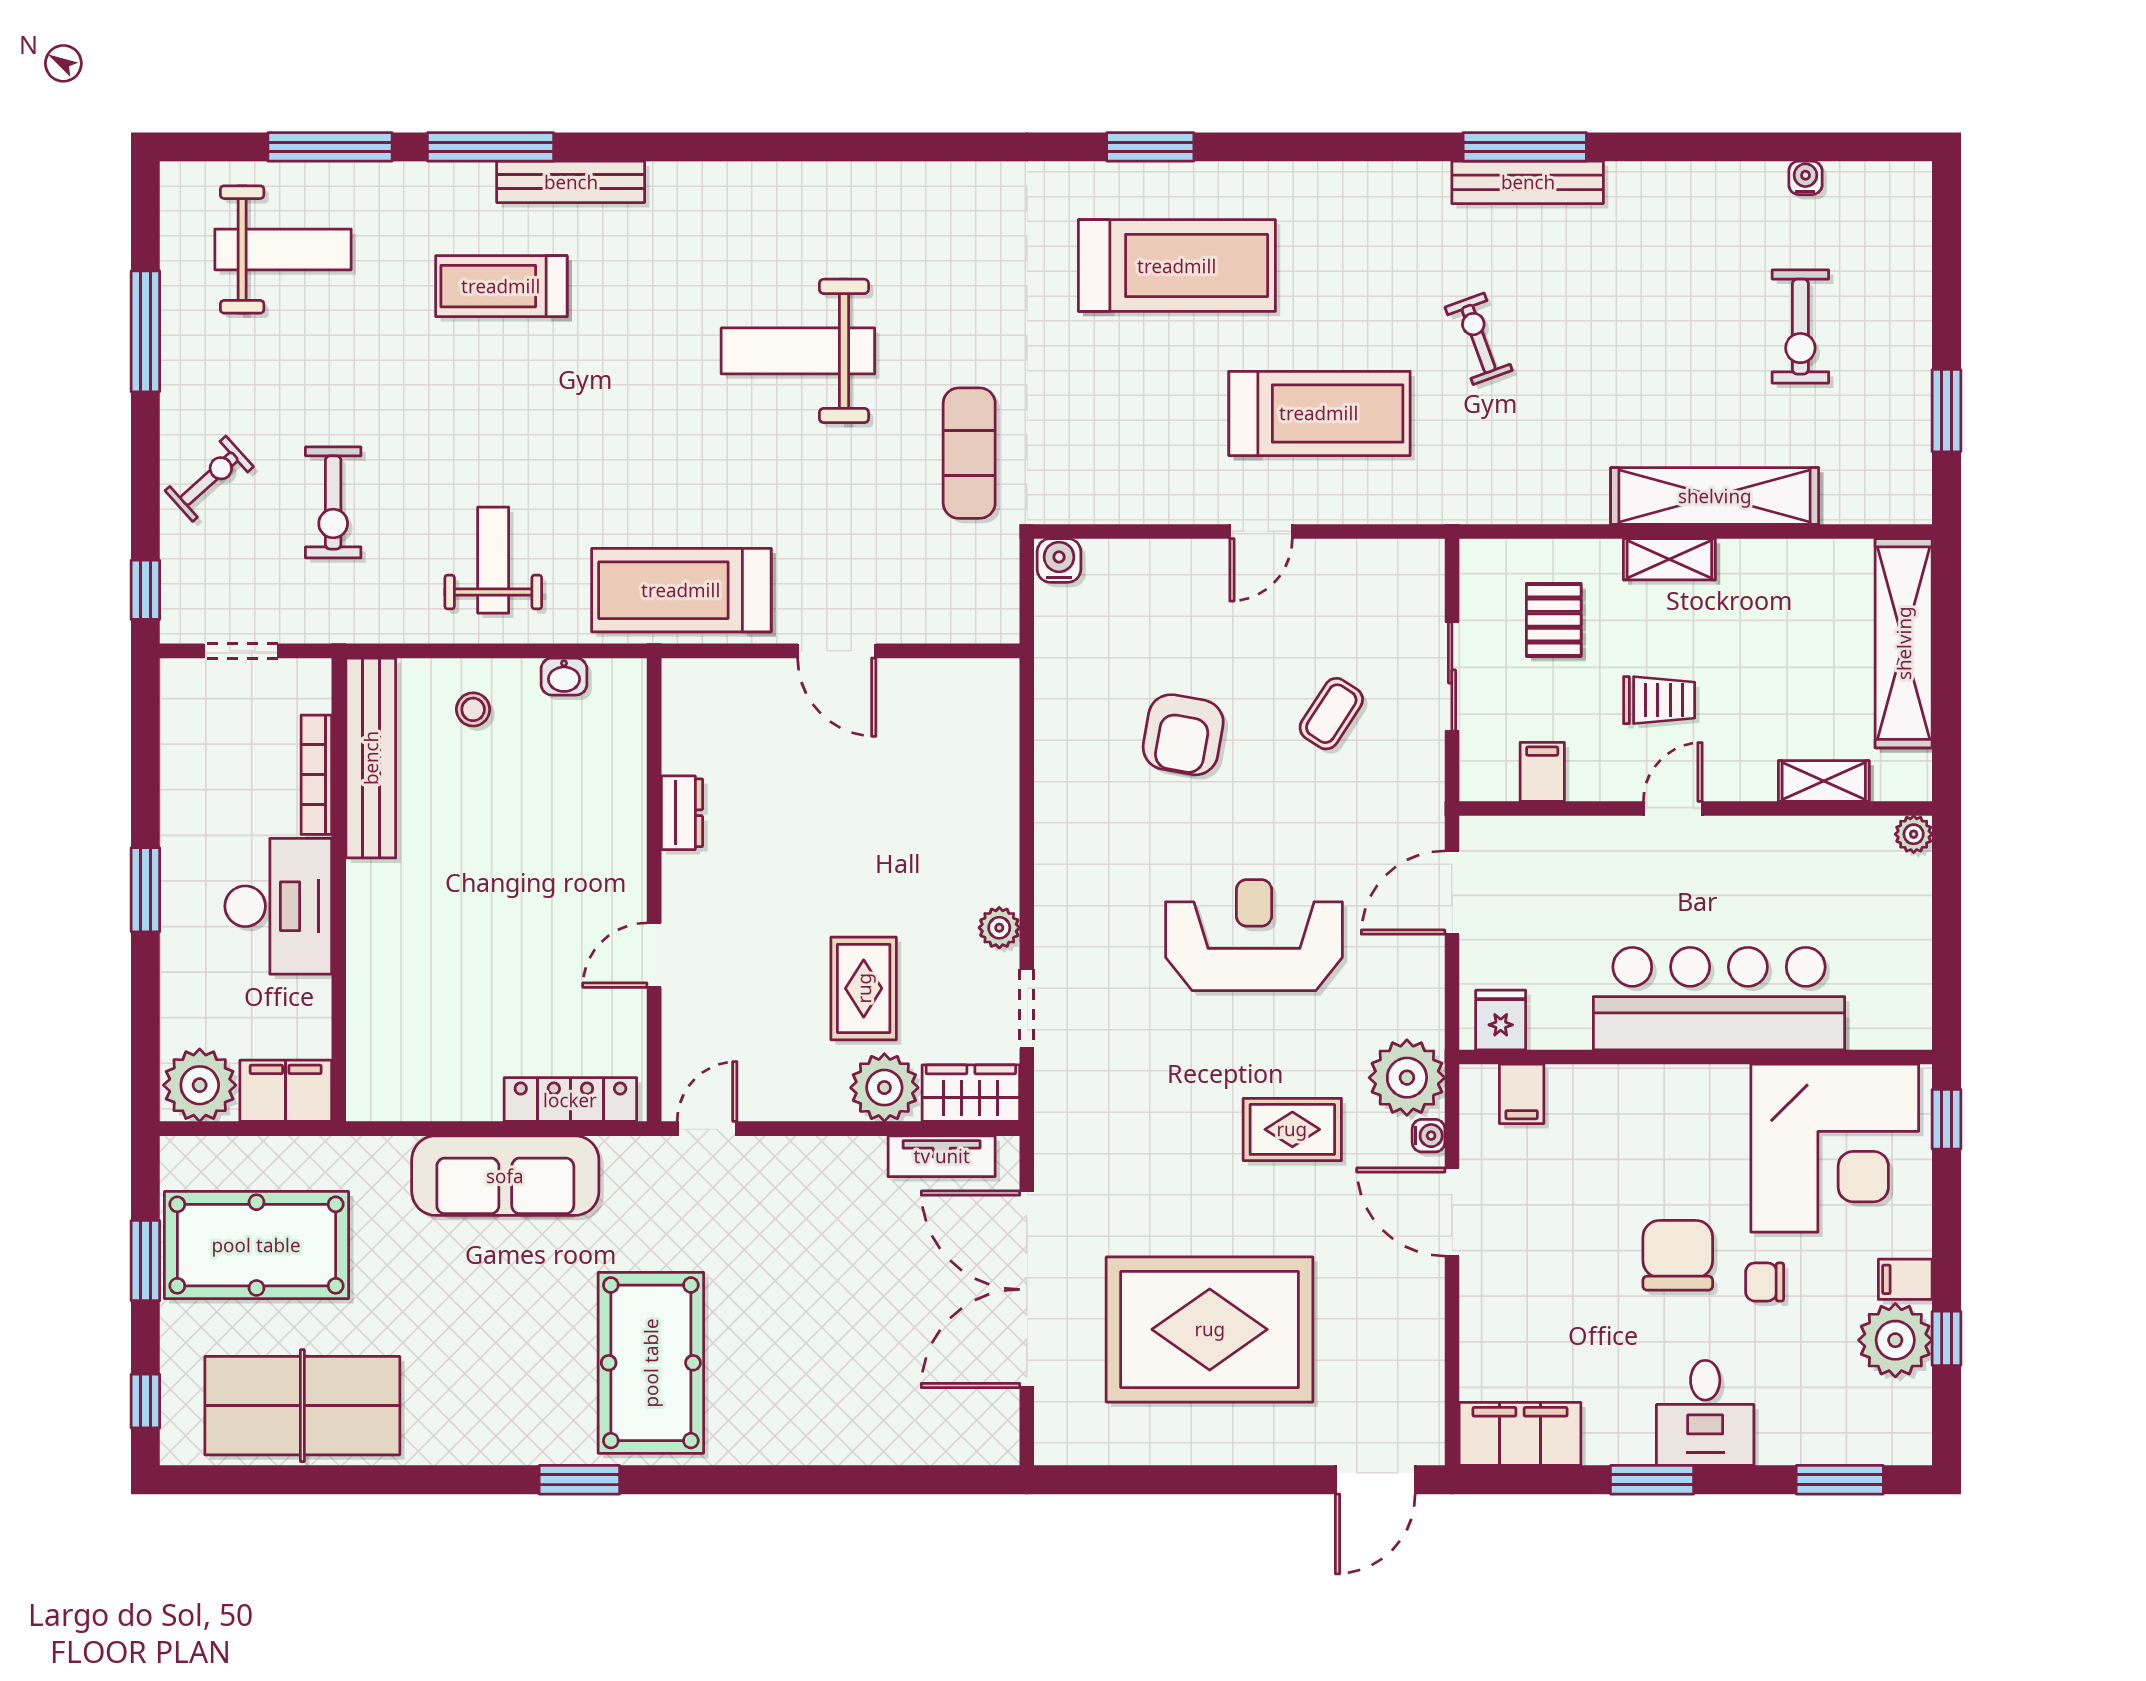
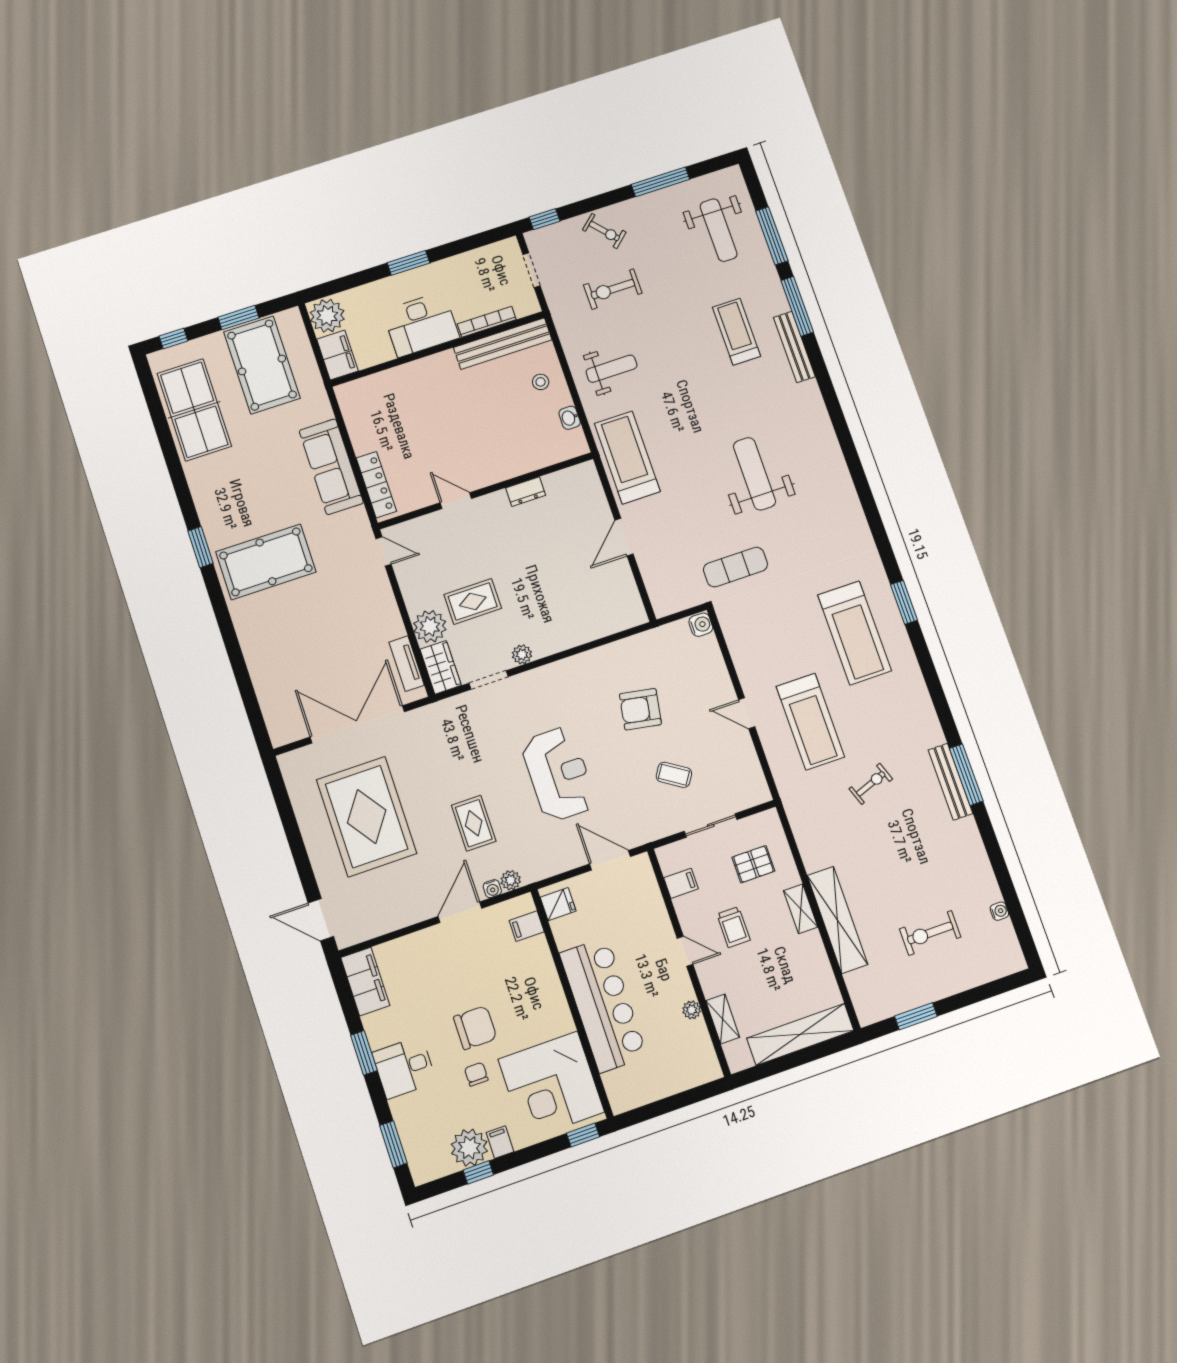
plant: (1914, 834) -> (692, 1010), moved
plant: (1407, 1078) -> (511, 880), width x0.53, depth x0.53

